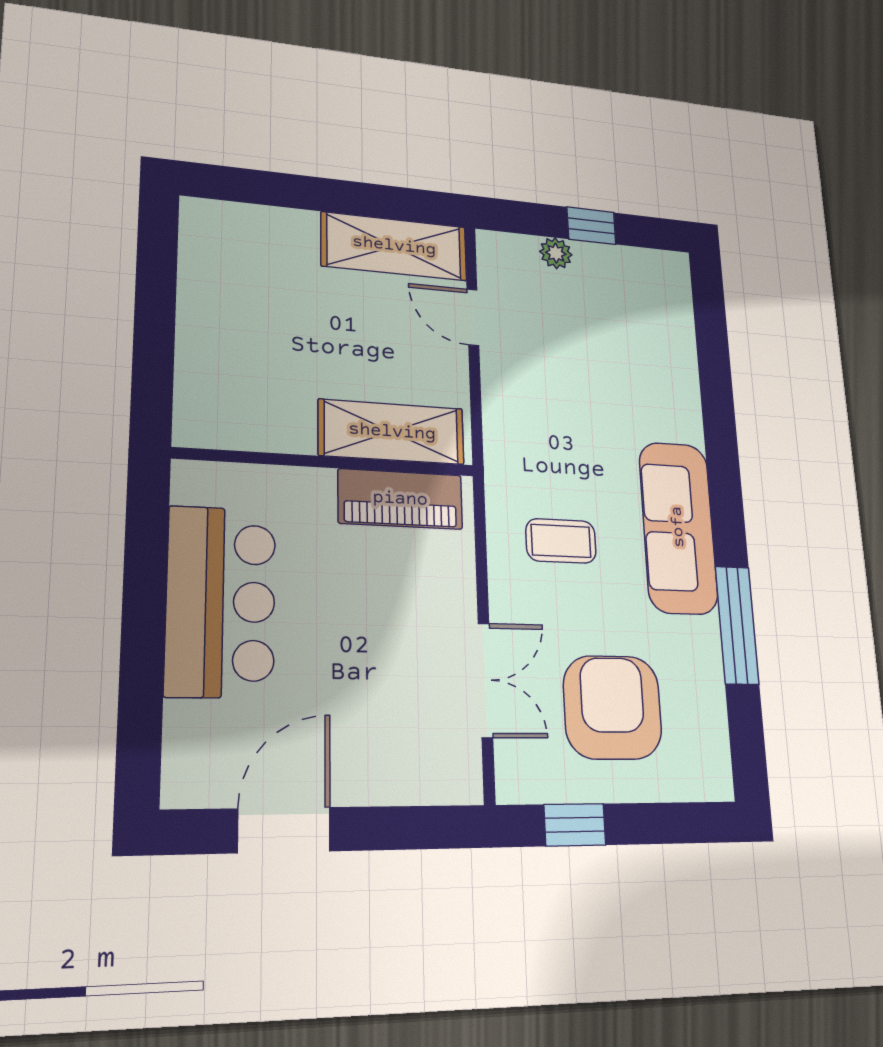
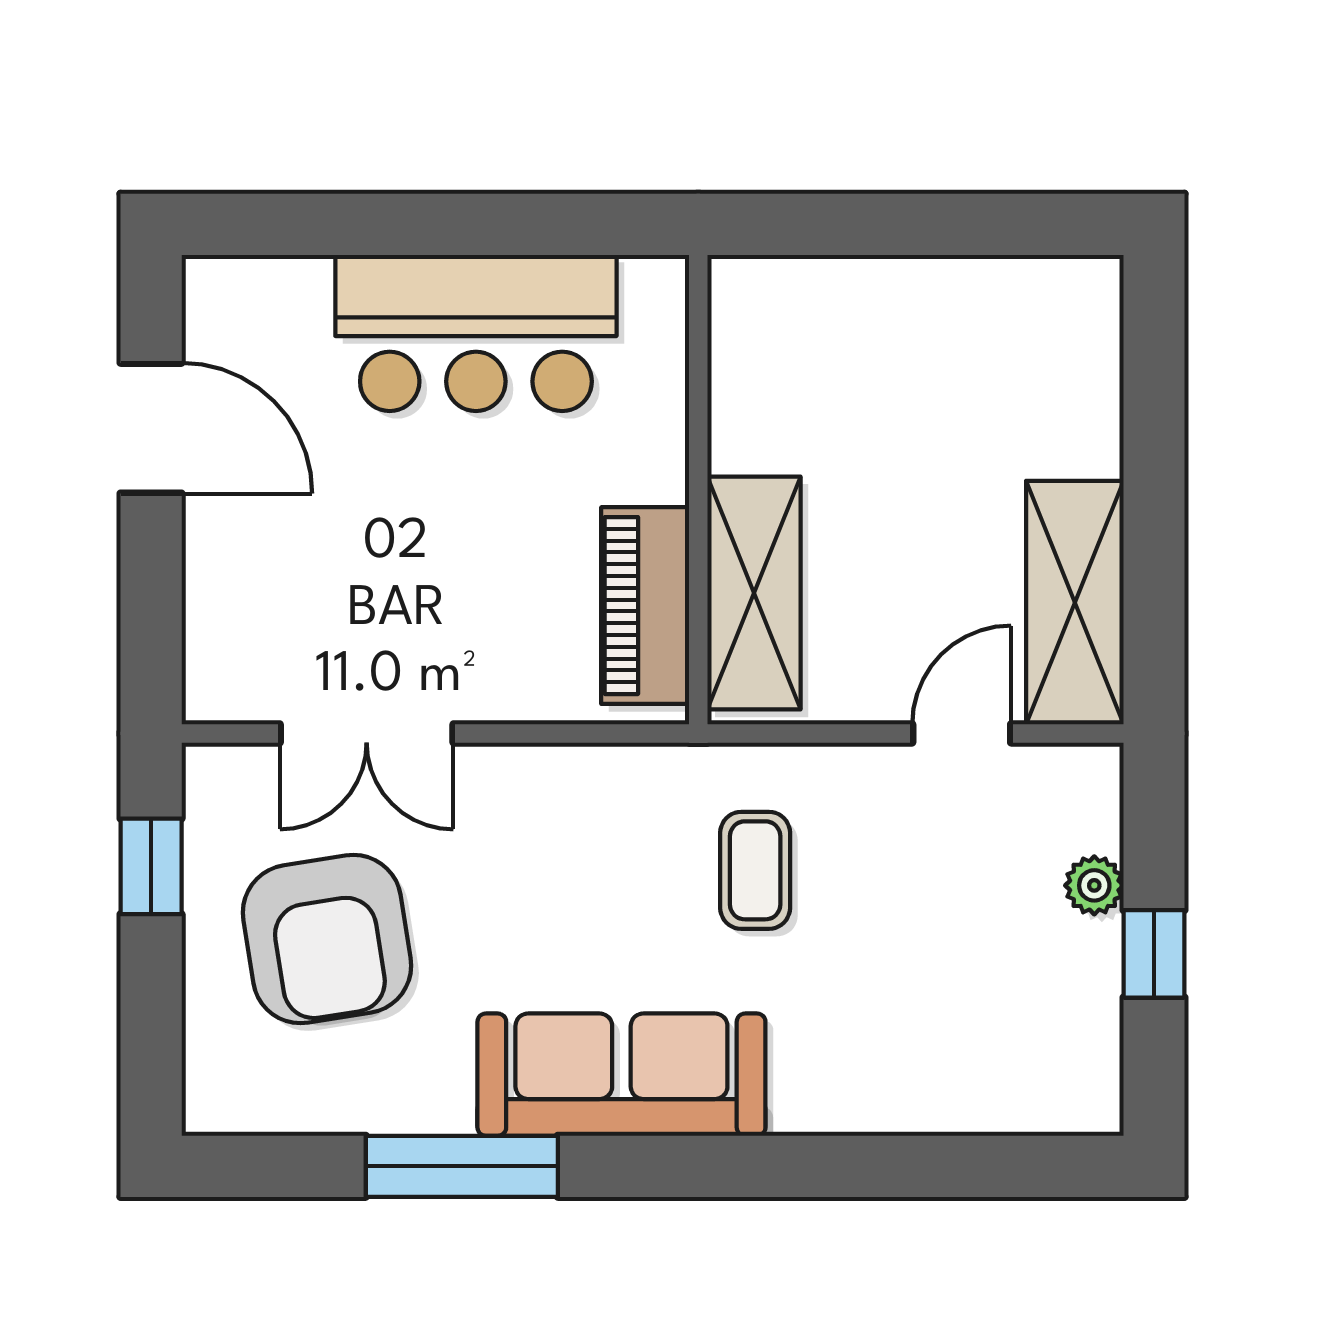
coffee table: (561, 541) -> (755, 870), moved
armchair: (613, 707) -> (327, 939), turned 81

